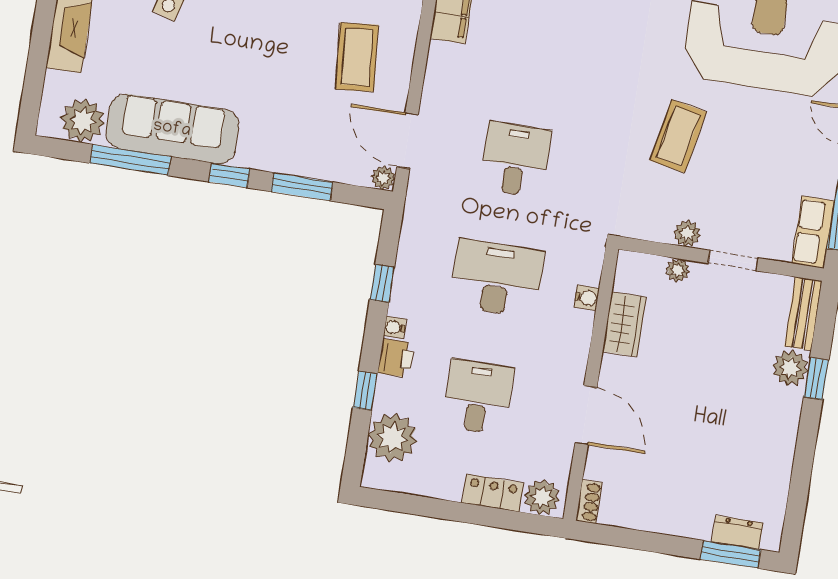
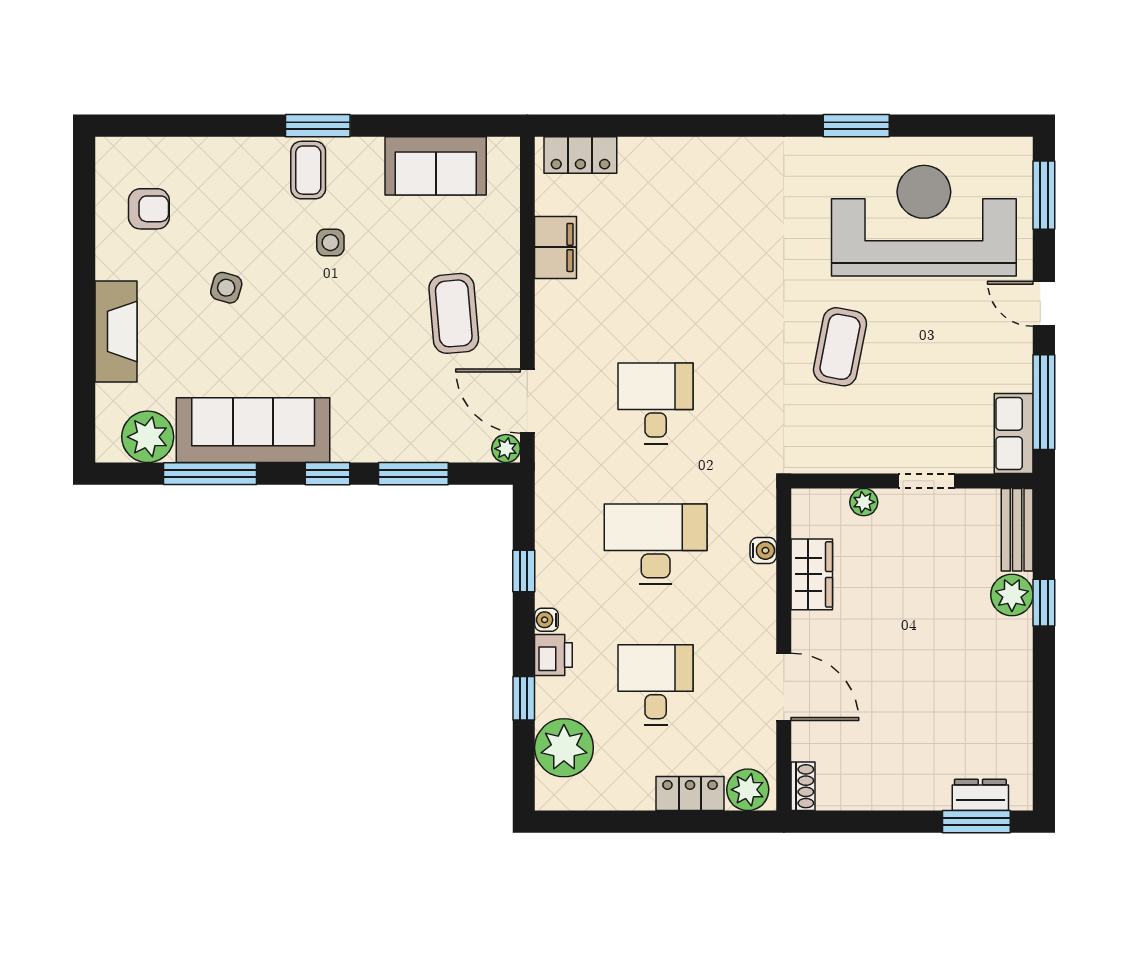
plant: (687, 234) -> (868, 458), removed

